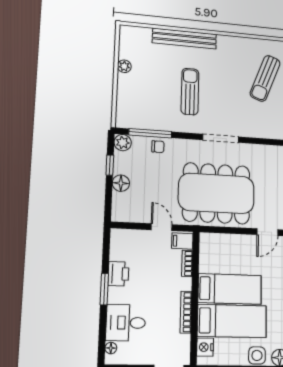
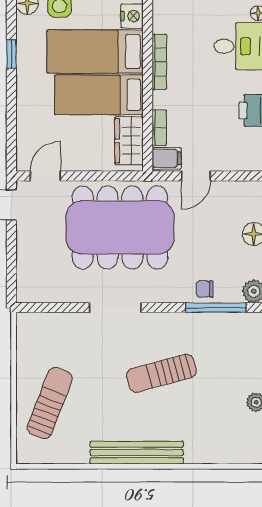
bench: (184, 39) -> (137, 453), moved
sun lounger: (190, 92) -> (161, 373), turned 75
door: (162, 227) -> (196, 176), hinge flipped
wardrobe: (209, 255) -> (129, 141), added

